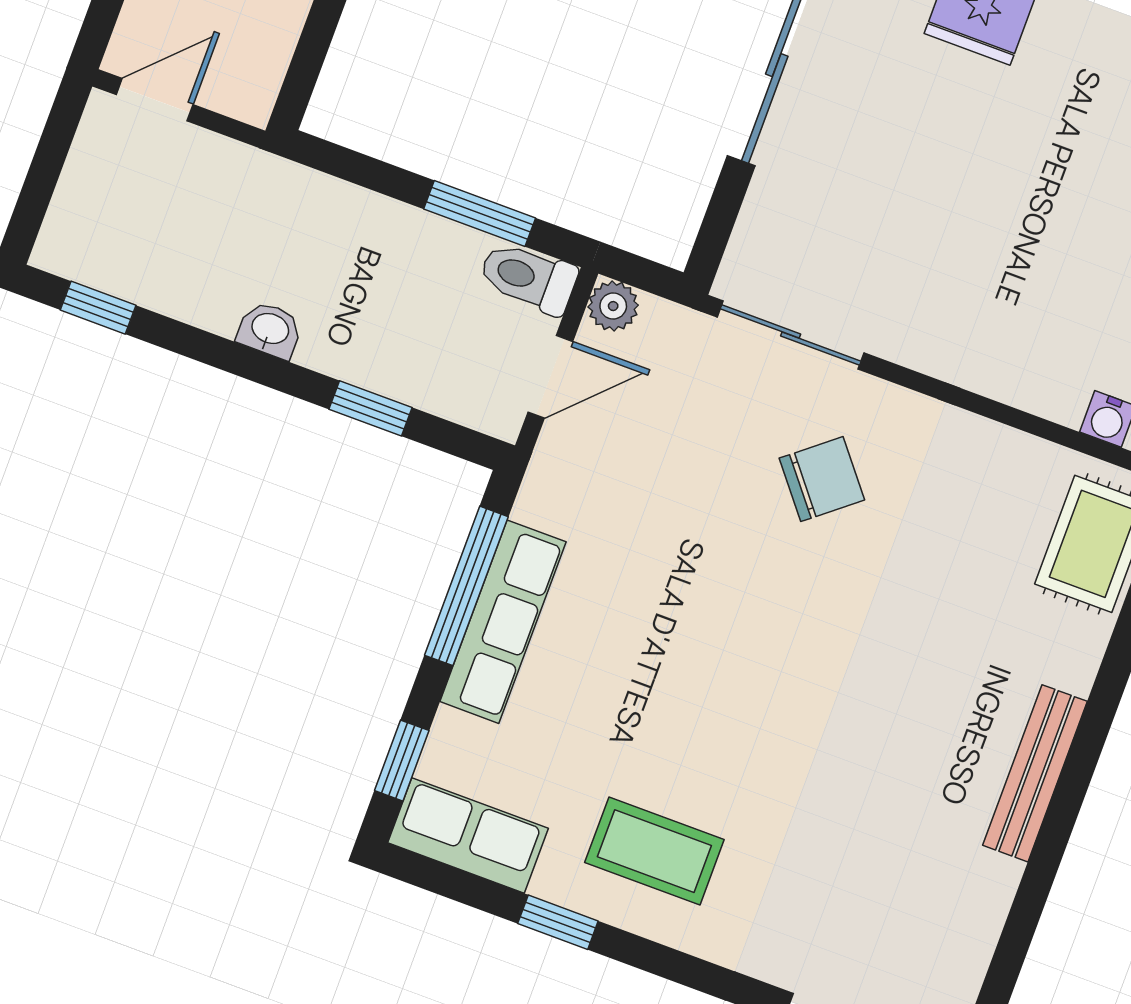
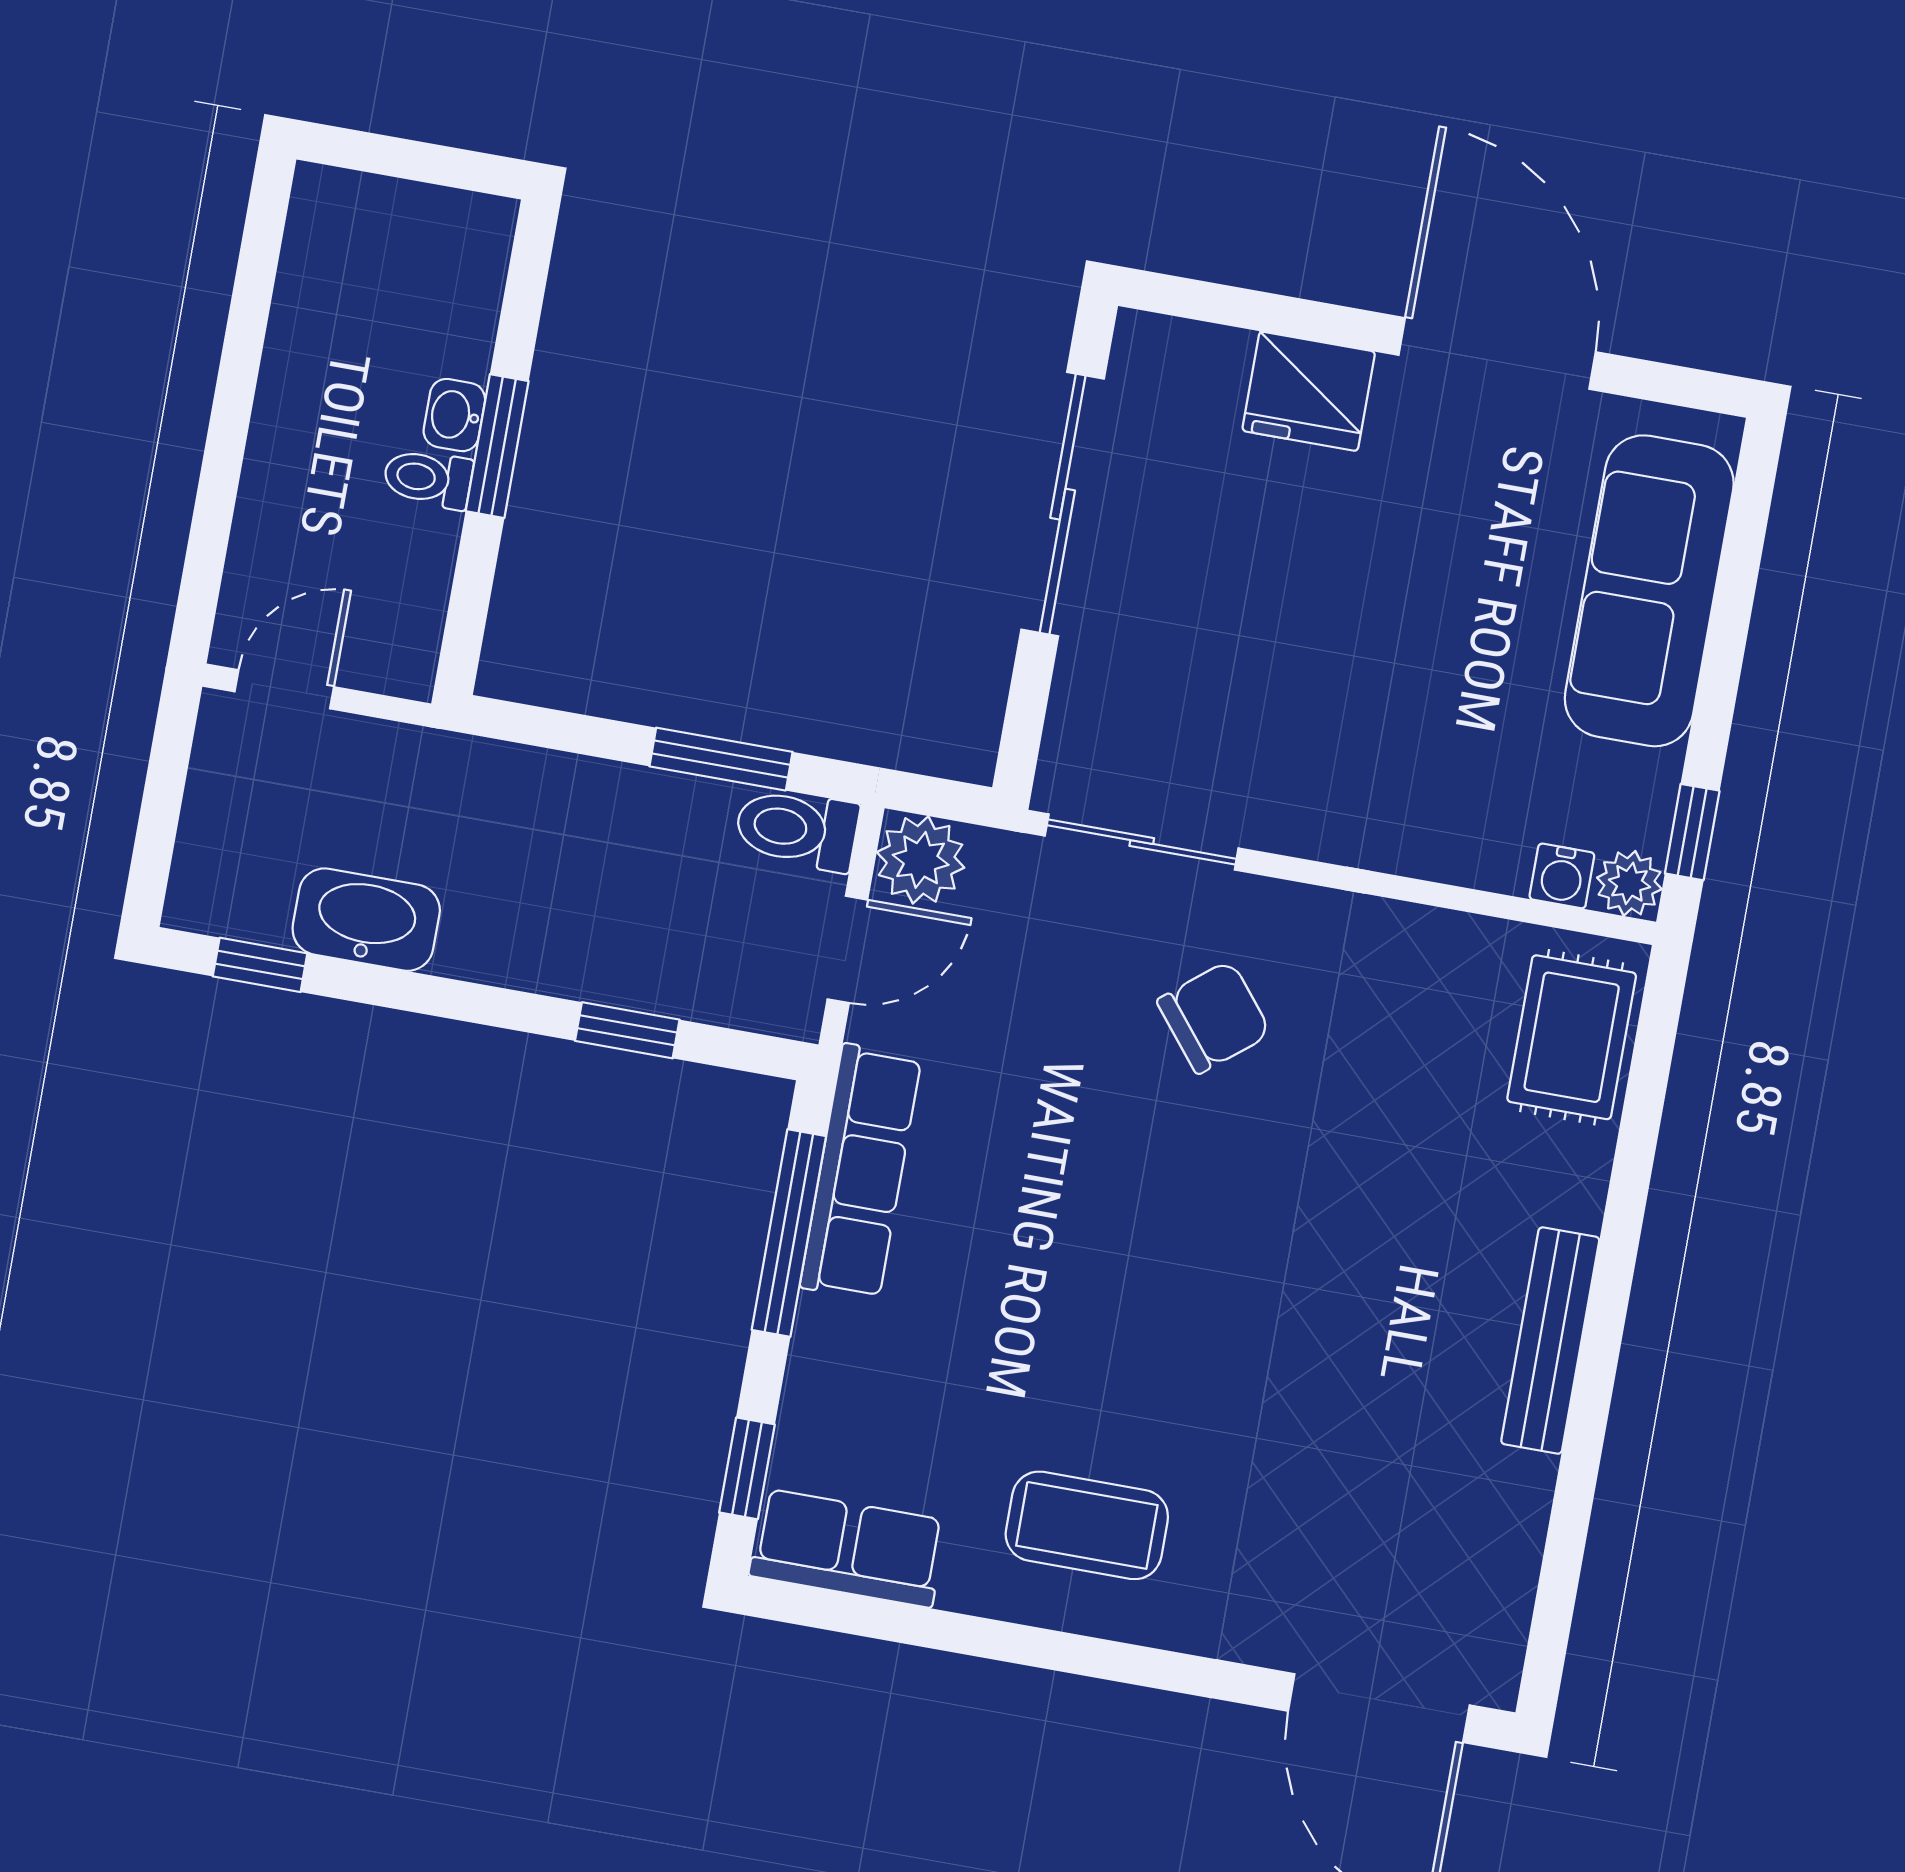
plant: (613, 306) -> (921, 860), width x1.38, depth x1.38
washbasin: (270, 330) -> (366, 920), moved, width x1.91, depth x1.45
row of seats: (503, 622) -> (861, 1172), moved
window: (558, 922) -> (981, 1637), removed

